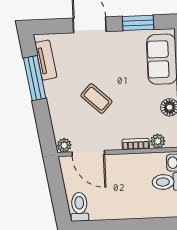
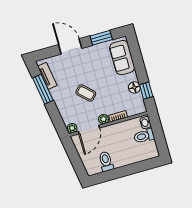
plant: (158, 141) -> (104, 119), moved
door: (88, 153) -> (89, 129), hinge flipped
toilet: (79, 207) -> (106, 161), moved

